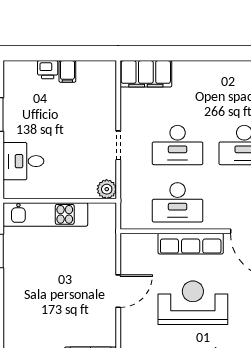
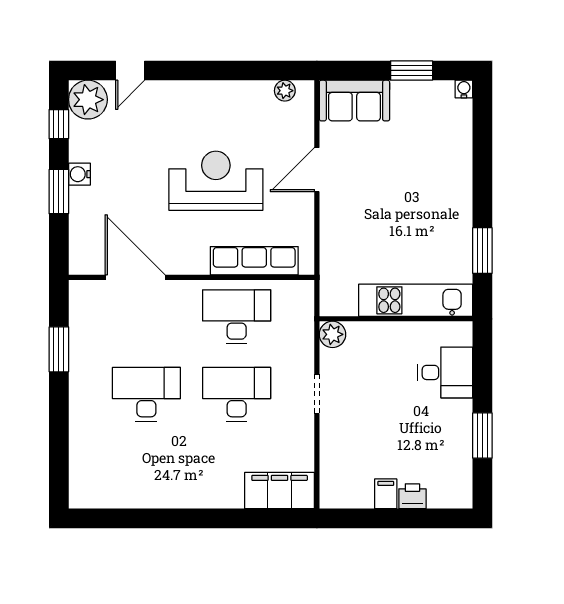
row of seats: (191, 244) -> (254, 261), moved
door: (118, 291) -> (317, 170), moved
reception desk: (193, 303) -> (216, 181), turned 180

